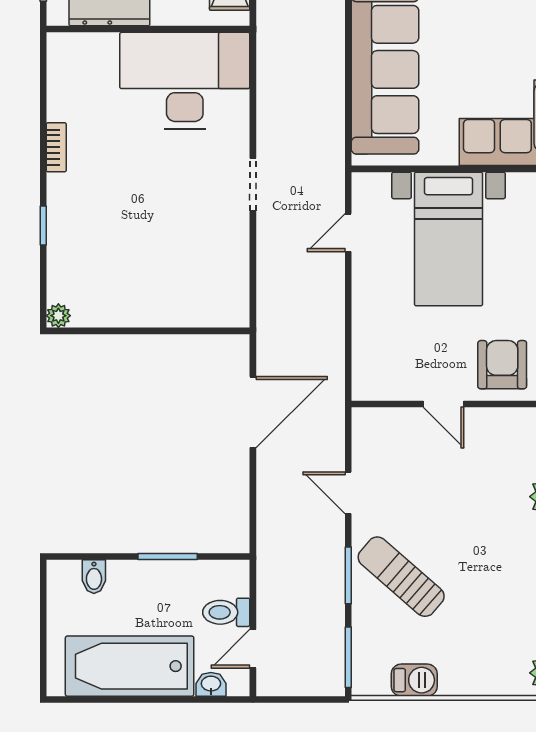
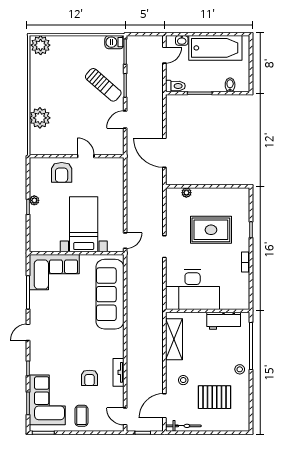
rug: (140, 225) -> (211, 230), added
door: (348, 233) -> (125, 241), moved
plant: (58, 316) -> (186, 193), moved
door: (253, 412) -> (164, 153), hinge flipped
door: (348, 493) -> (125, 119), swing flipped
toilet: (226, 612) -> (175, 86), moved
barbecue: (414, 680) -> (114, 42), moved

